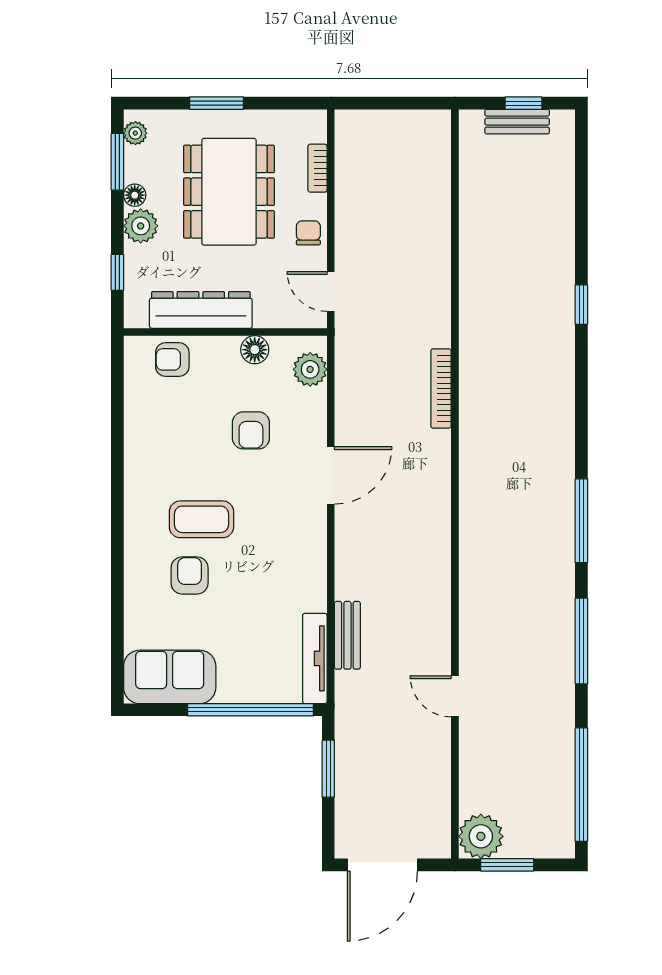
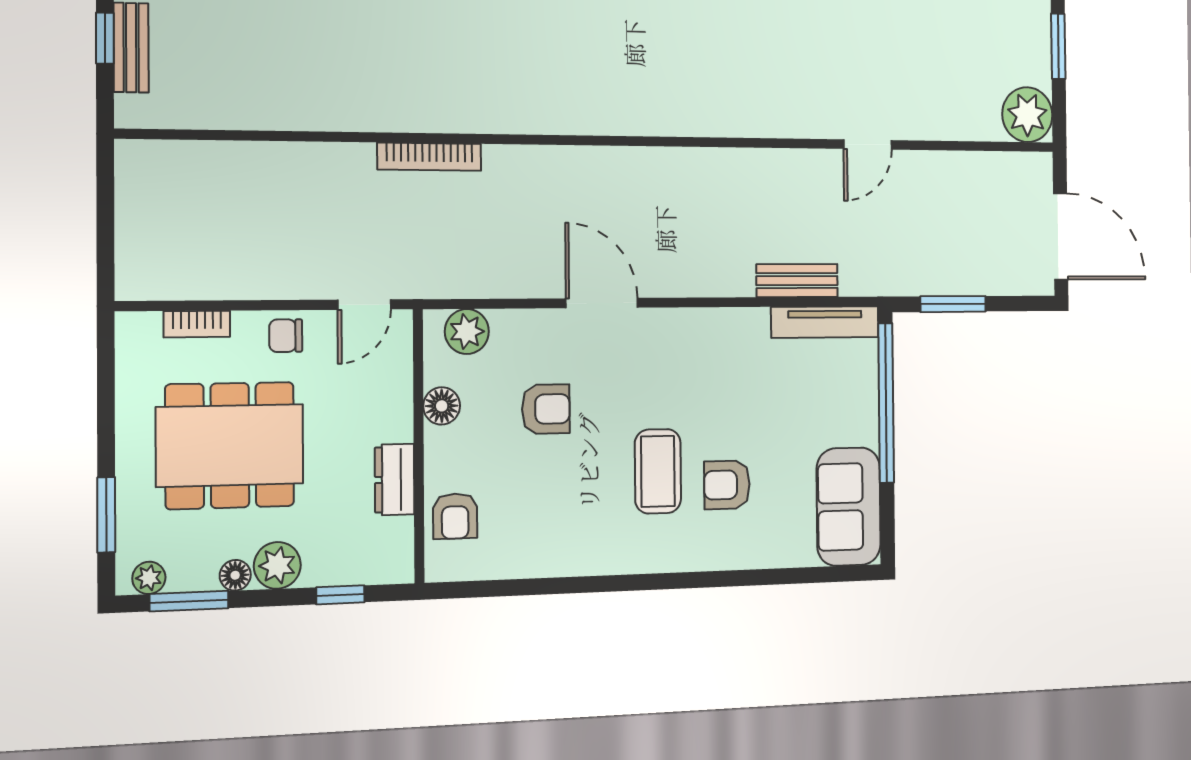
window: (216, 103) -> (106, 515), moved
dresser: (201, 310) -> (395, 480), width x0.51, depth x0.80
bookcase: (441, 388) -> (429, 157), moved
window: (507, 865) -> (1058, 46), moved

